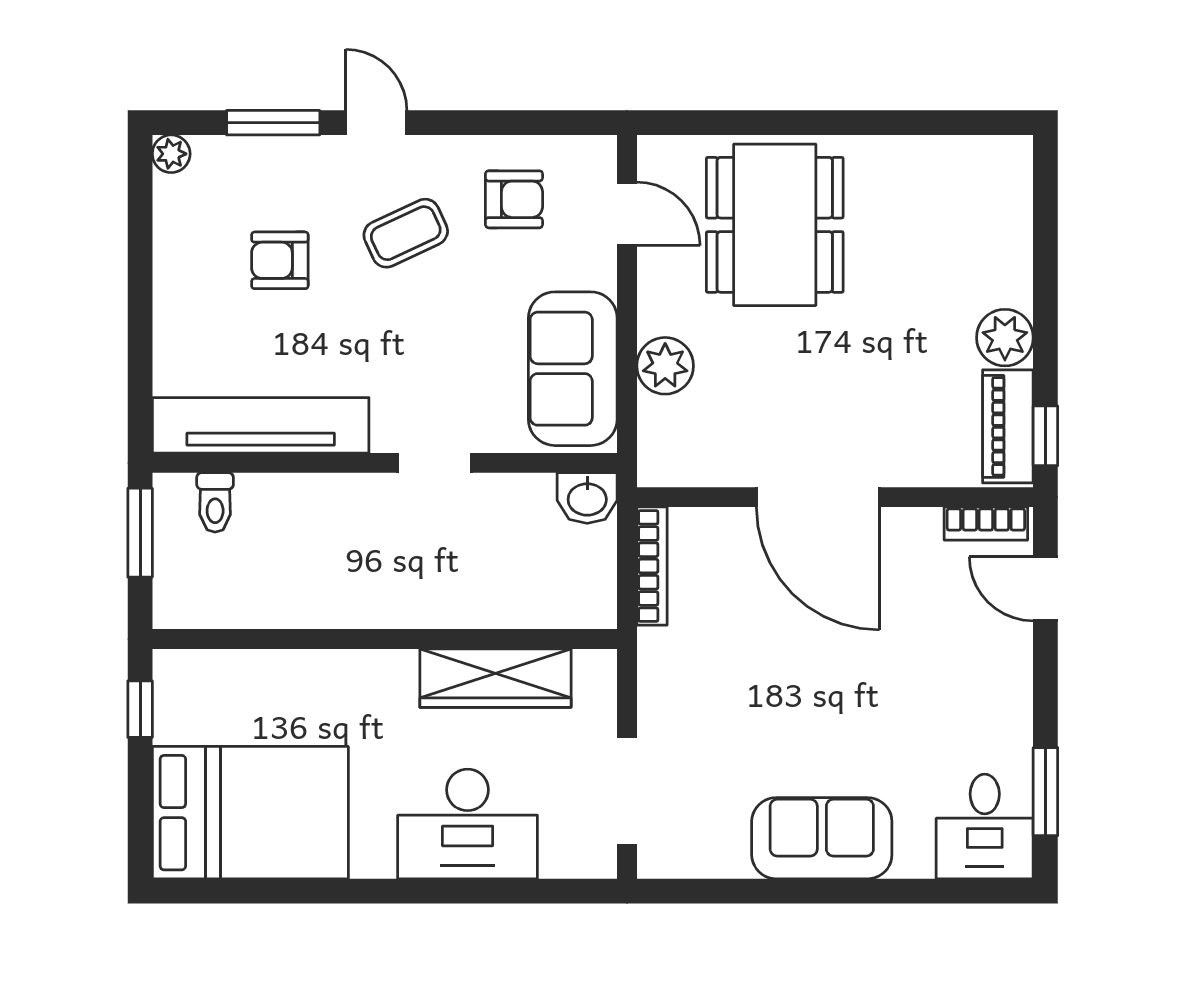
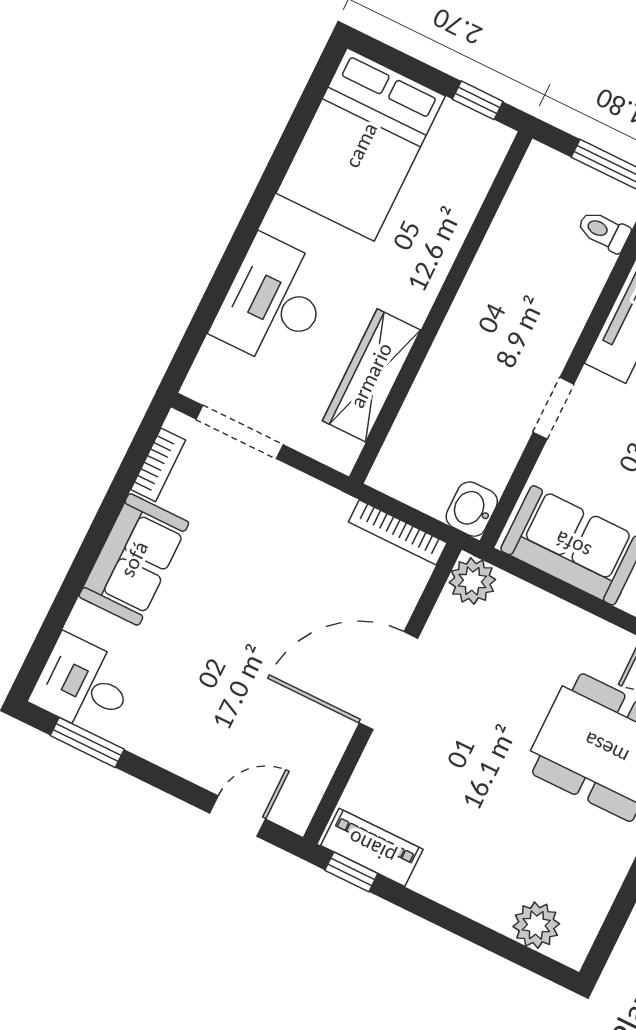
plant: (1005, 338) -> (536, 925), moved
plant: (665, 366) -> (472, 581), moved
bookcase: (986, 524) -> (158, 465), moved, turned 180

